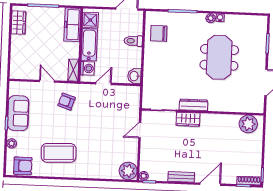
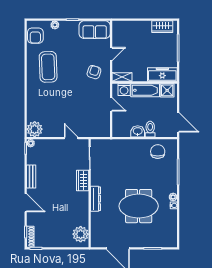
washbasin: (134, 76) -> (138, 131), moved
dresser: (194, 105) -> (96, 199), moved
sofa: (18, 113) -> (95, 30), moved

